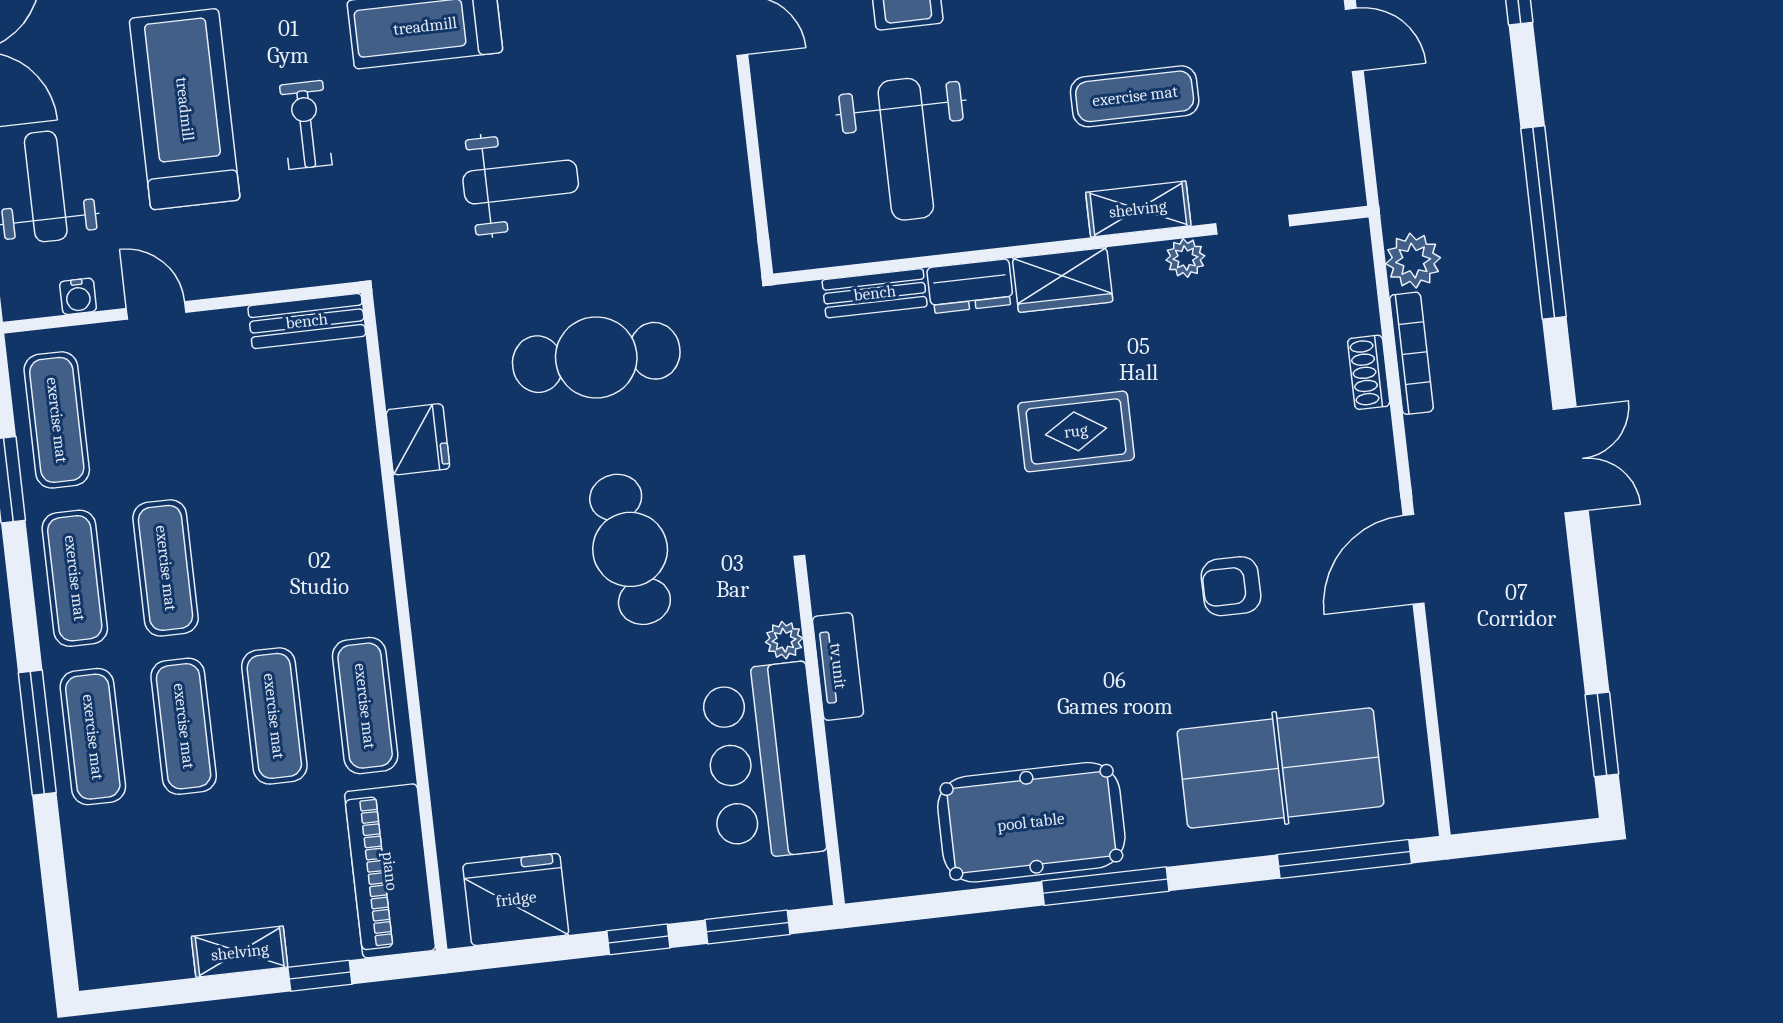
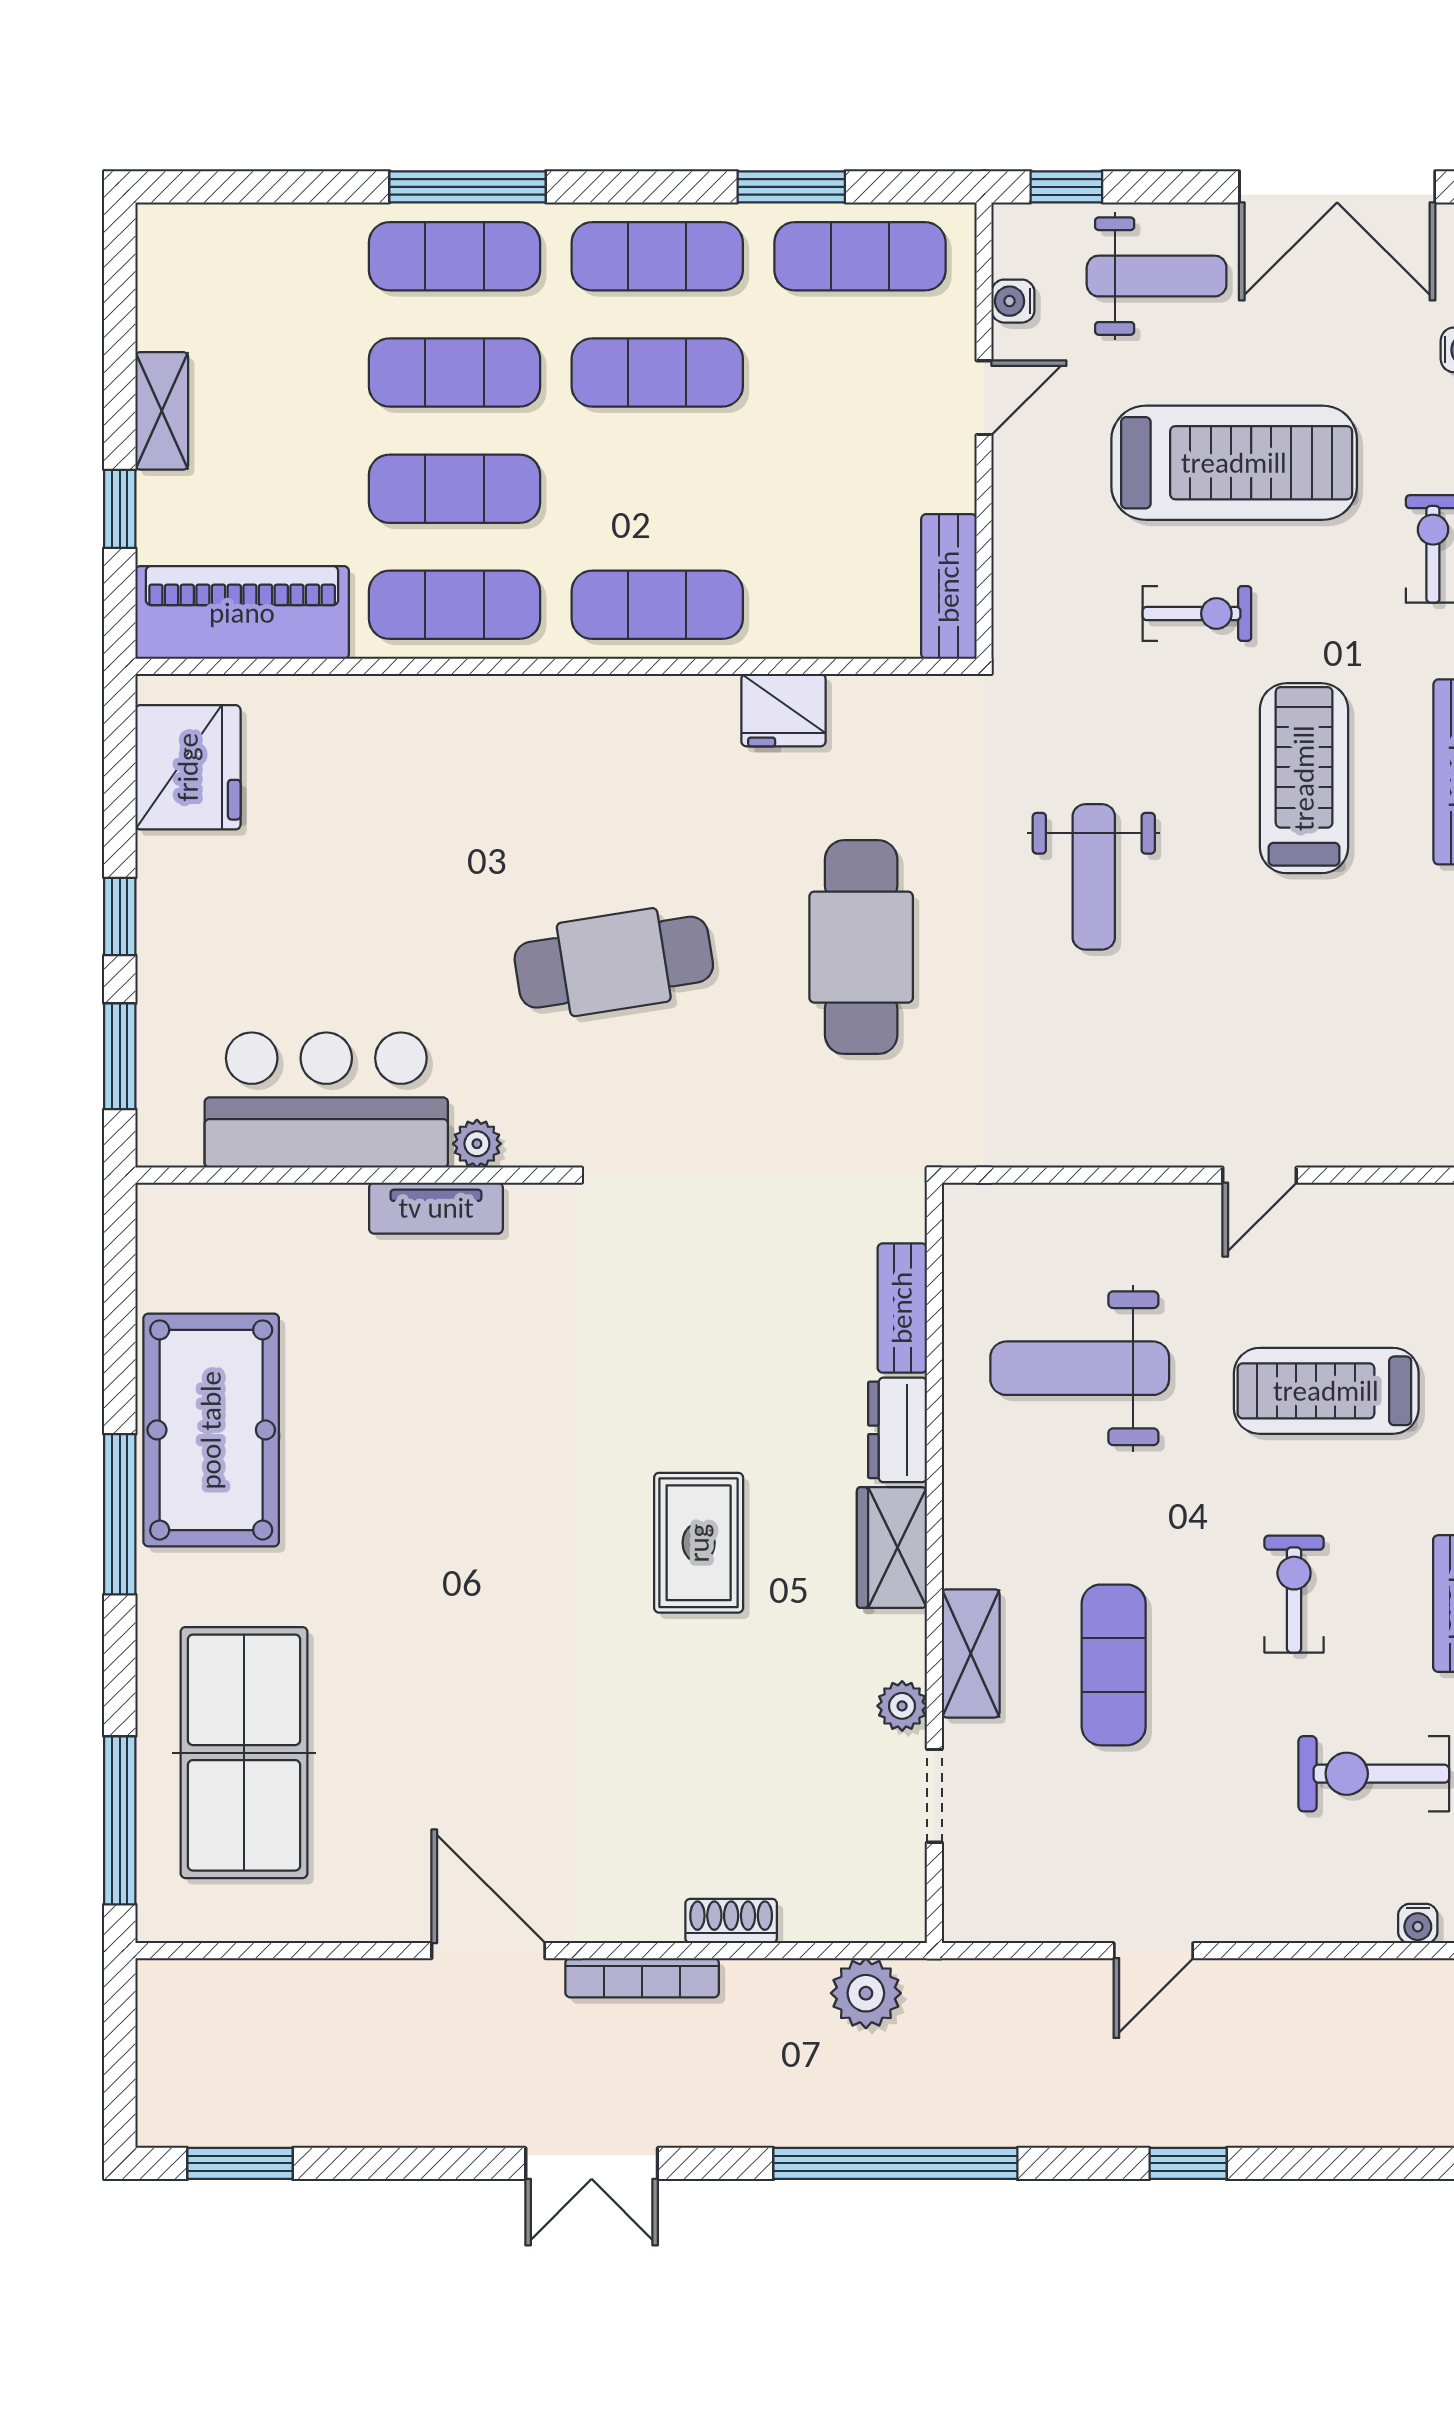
bookcase: (1411, 353) -> (642, 1978), moved
exercise mat: (347, 547) -> (657, 605), added
armchair: (1231, 586) -> (481, 1716), removed

